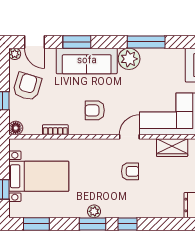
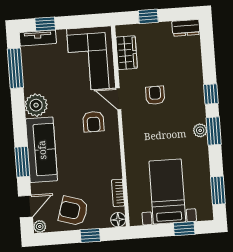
window: (146, 42) -> (15, 68), moved
armchair: (95, 110) -> (93, 122), moved
bookcase: (55, 130) -> (118, 193), moved

